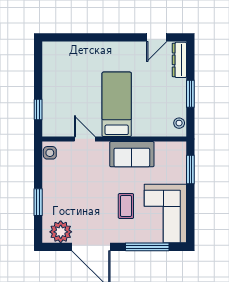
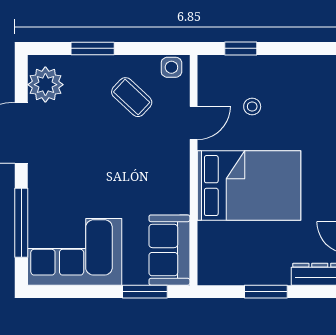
bed: (117, 104) -> (249, 186), width x1.50
stool: (179, 123) -> (252, 107), moved
sofa: (132, 154) -> (169, 250), moved
coffee table: (126, 206) -> (132, 97), moved, turned 43

